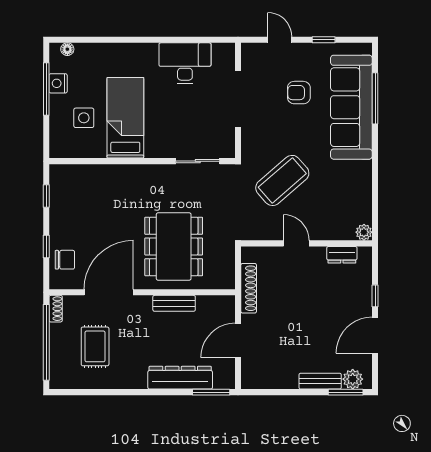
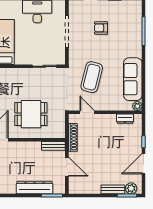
sofa: (351, 107) -> (133, 79), moved, width x0.74, depth x0.79
coffee table: (282, 180) -> (92, 77), turned -35
door: (296, 243) -> (87, 112), moved
dining table: (174, 246) -> (31, 114), width x0.73
bench: (174, 303) -> (53, 146), moved
door: (238, 340) -> (67, 167), swing flipped

